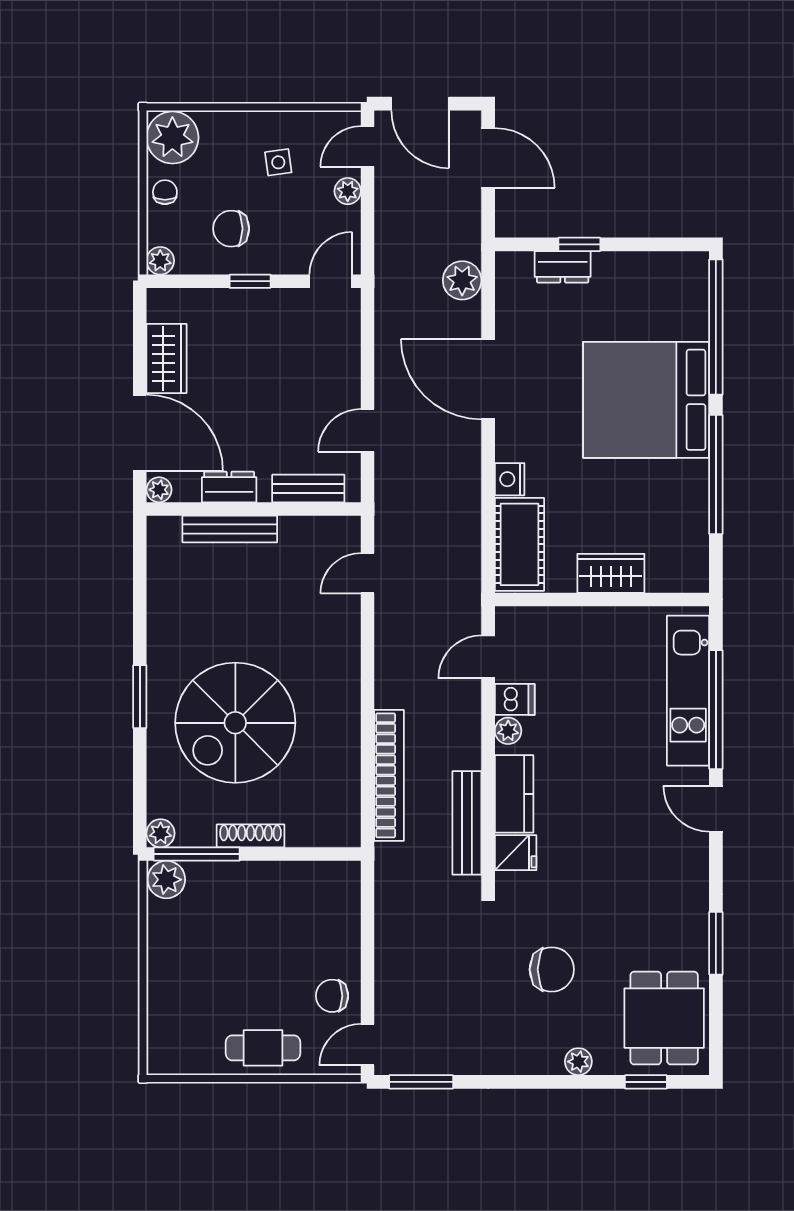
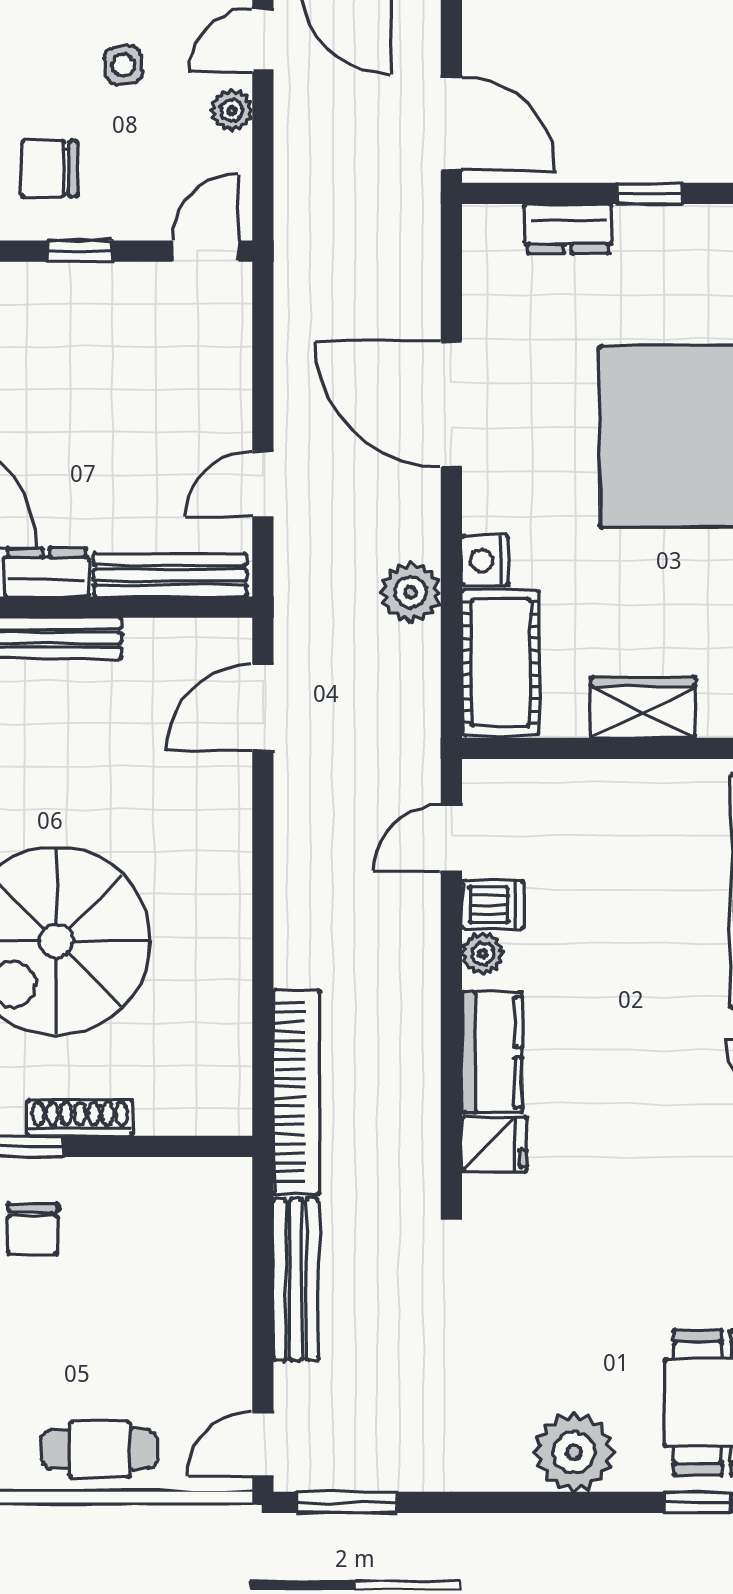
door: (488, 158) -> (451, 124), moved
window: (579, 244) -> (650, 193), moved
plant: (462, 280) -> (411, 592), moved
bench: (308, 489) -> (170, 575), width x1.36
door: (368, 573) -> (263, 707), width x1.38
bookcase: (389, 775) -> (297, 1092), moved
bench: (467, 823) -> (296, 1279), moved
chair: (552, 969) -> (551, 1327), removed
chair: (332, 996) -> (33, 1229), moved, turned -90
plant: (578, 1062) -> (574, 1452), width x1.88, depth x1.88

